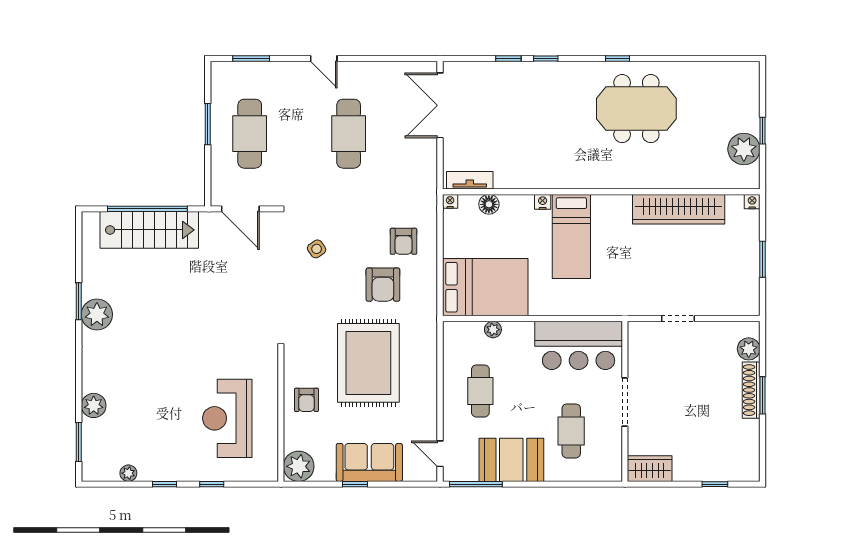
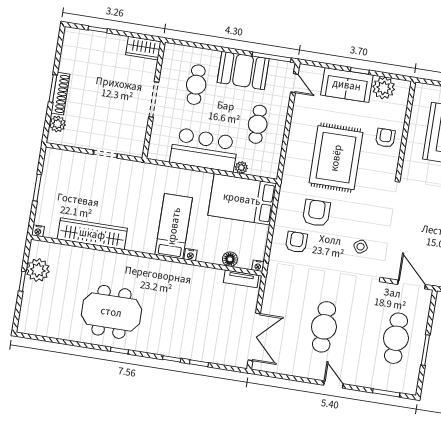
bar counter: (579, 345) -> (204, 150), moved
plant: (299, 466) -> (384, 88), moved

